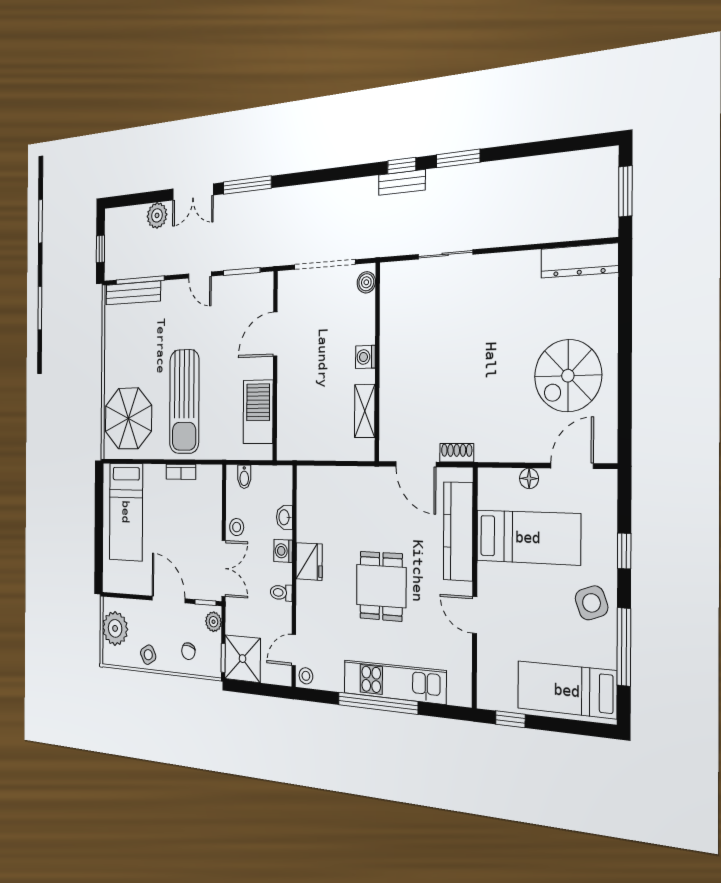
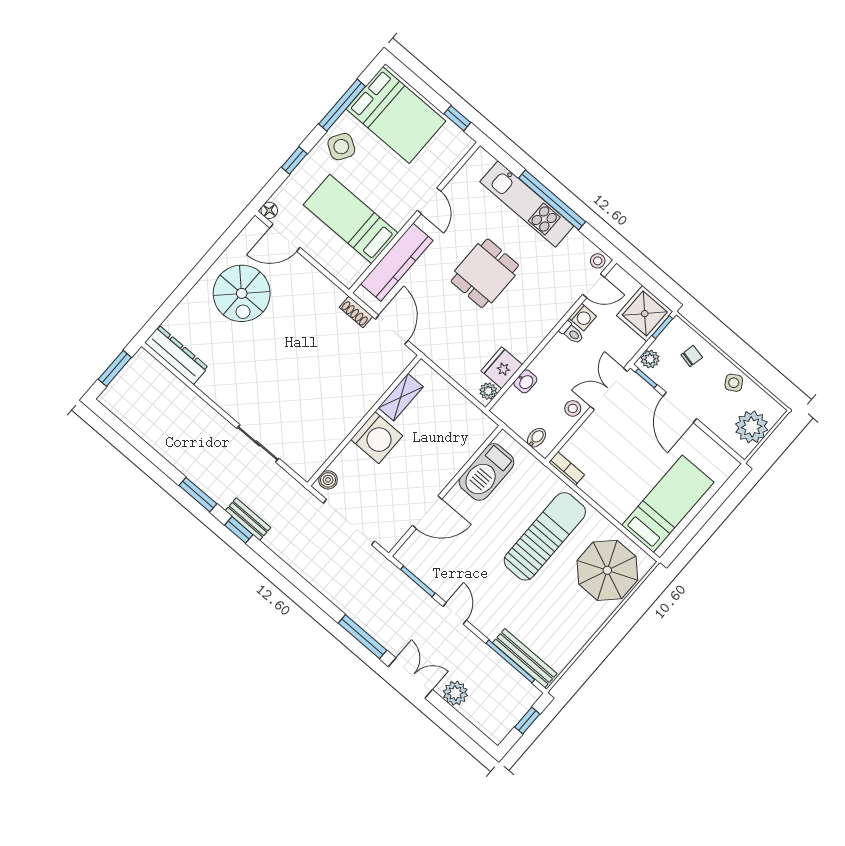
washing machine: (365, 357) -> (377, 438), width x1.89, depth x1.89
spiral stairs: (568, 376) -> (242, 293), turned 90
bookcase: (181, 472) -> (567, 468), moved
floor lamp: (529, 478) -> (269, 210), moved
plant: (305, 482) -> (488, 391), added
washing machine: (283, 551) -> (583, 317), moved
fridge: (309, 561) -> (502, 368), moved
side table: (592, 603) -> (341, 147), turned -38
bed: (567, 690) -> (396, 115), width x1.50

